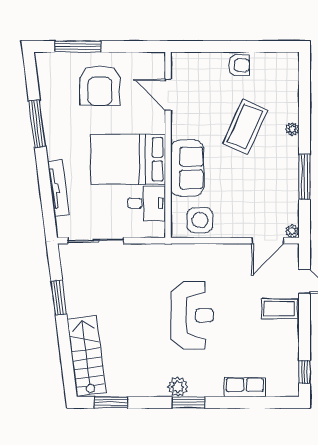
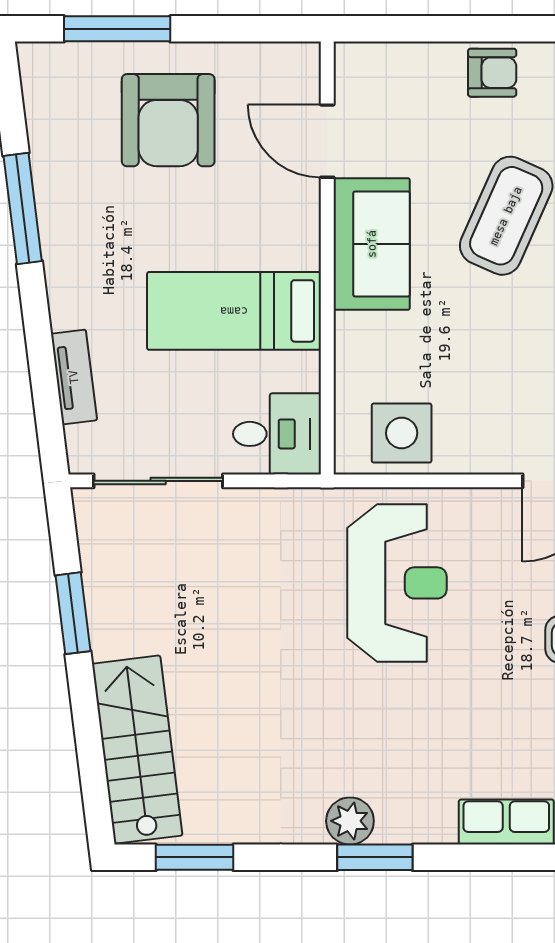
bed: (128, 159) -> (234, 311), width x0.67
sofa: (187, 168) -> (372, 244), moved
tv unit: (58, 188) -> (74, 377), width x0.71
desk: (146, 203) -> (277, 434), moved
reception desk: (192, 315) -> (397, 583), moved

